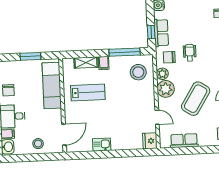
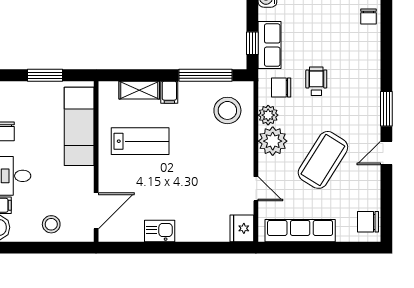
row of seats: (184, 141) -> (300, 231), width x1.48

